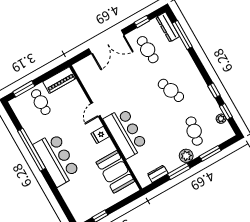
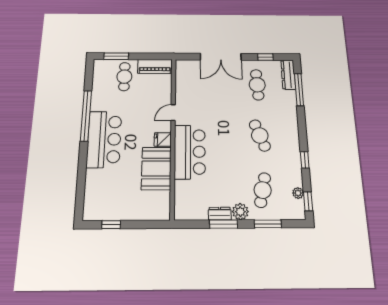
window: (226, 112) -> (308, 201), moved
booth: (115, 172) -> (156, 168), moved
dresser: (158, 174) -> (220, 214), moved

